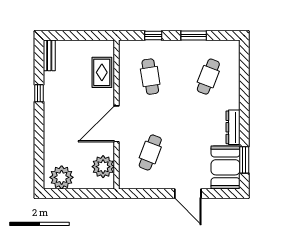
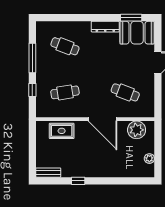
window: (194, 35) -> (32, 58), width x1.44
plant: (62, 177) -> (149, 159), width x0.53, depth x0.53

